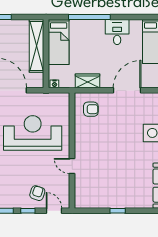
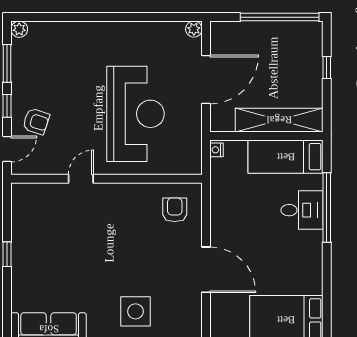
desk: (117, 32) -> (302, 210), moved
wardrobe: (88, 81) -> (221, 205), removed
armchair: (91, 109) -> (175, 210), turned 180

